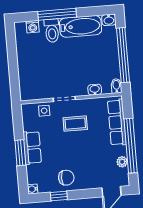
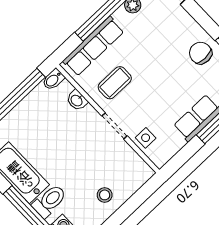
stool: (31, 63) -> (105, 195), added
coffee table: (75, 124) -> (115, 83), moved, turned 90

